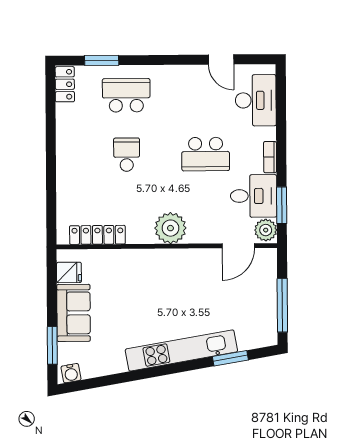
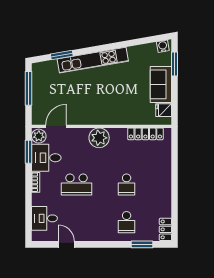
school desk: (126, 95) -> (127, 222), width x0.54
desk: (256, 100) -> (44, 218), width x0.73
school desk: (206, 154) -> (77, 185), turned 180

